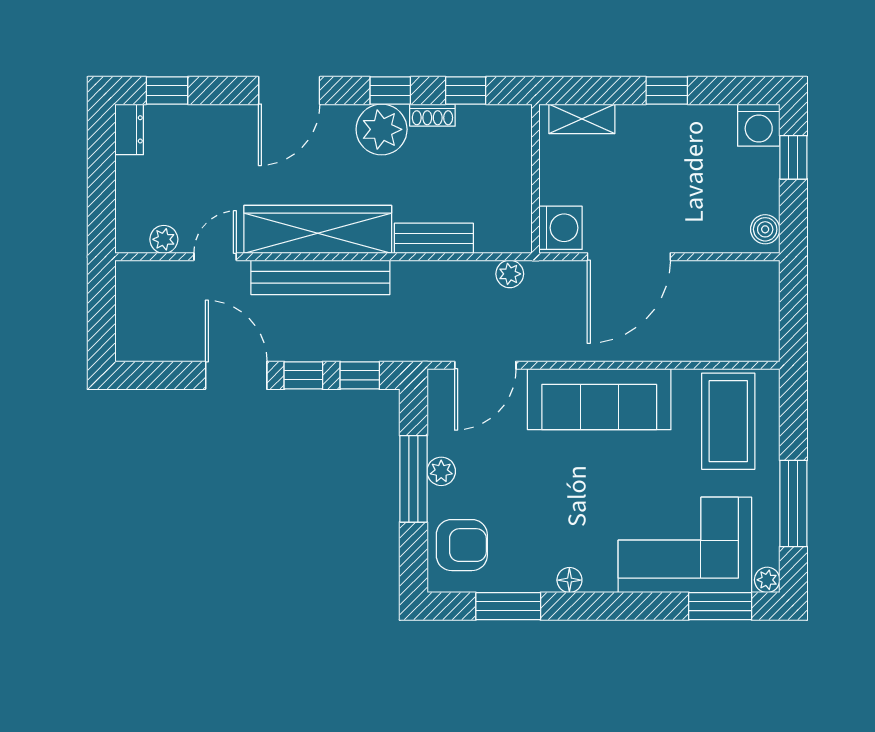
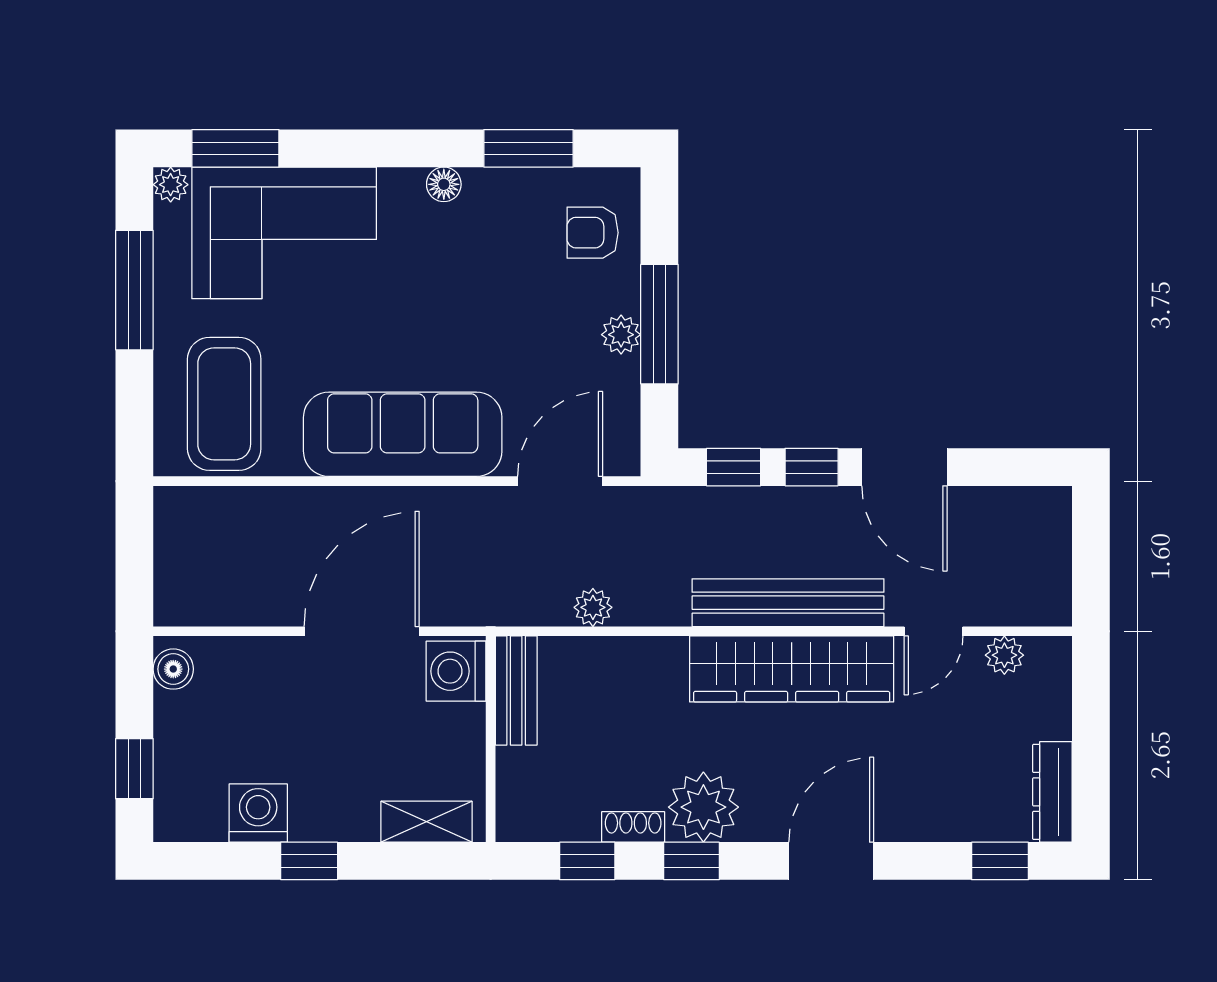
washing machine: (759, 125) -> (258, 813), moved
dresser: (129, 129) -> (1052, 792), width x1.44
bench: (434, 238) -> (516, 690), moved, turned 90
plant: (510, 274) -> (593, 607), moved
armchair: (462, 545) -> (593, 233), width x0.72, depth x0.72

